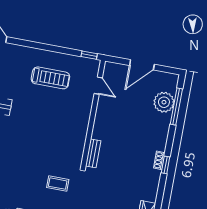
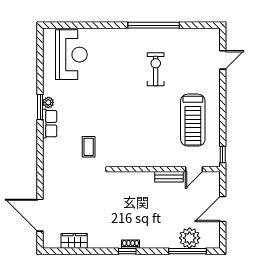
door: (142, 65) -> (223, 209), hinge flipped
treadmill: (50, 78) -> (193, 120), width x1.37, depth x1.38
bench: (93, 153) -> (169, 177), moved

